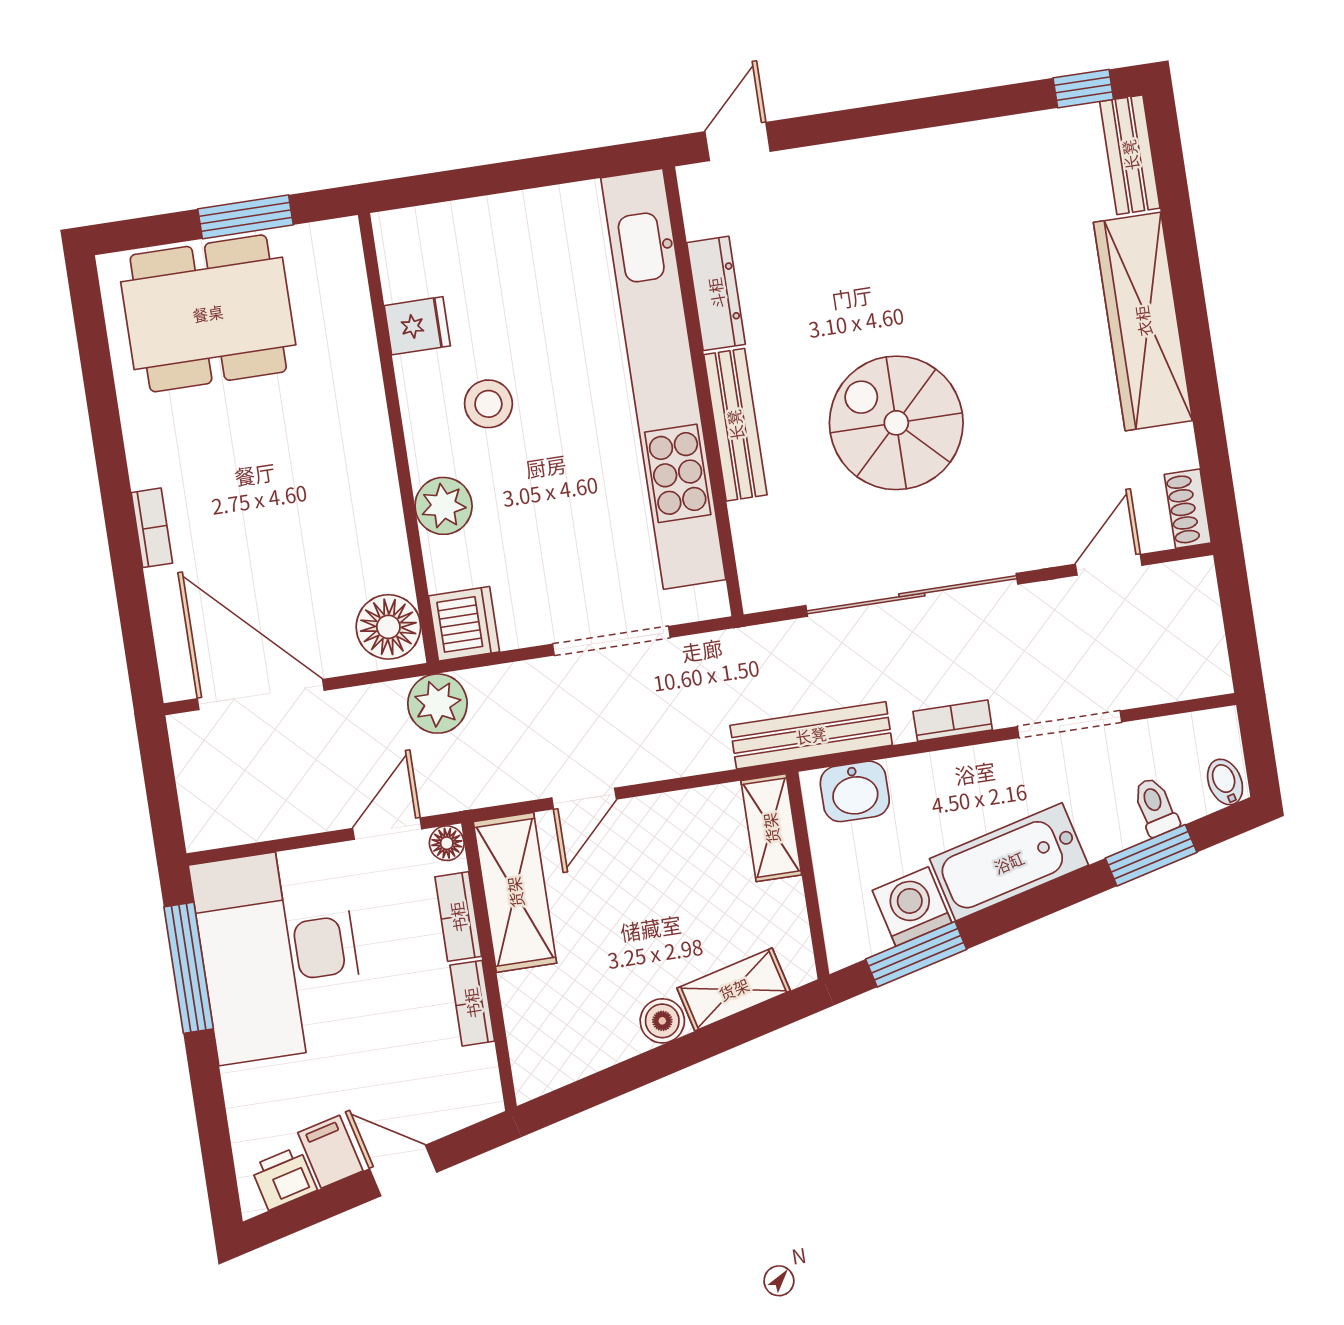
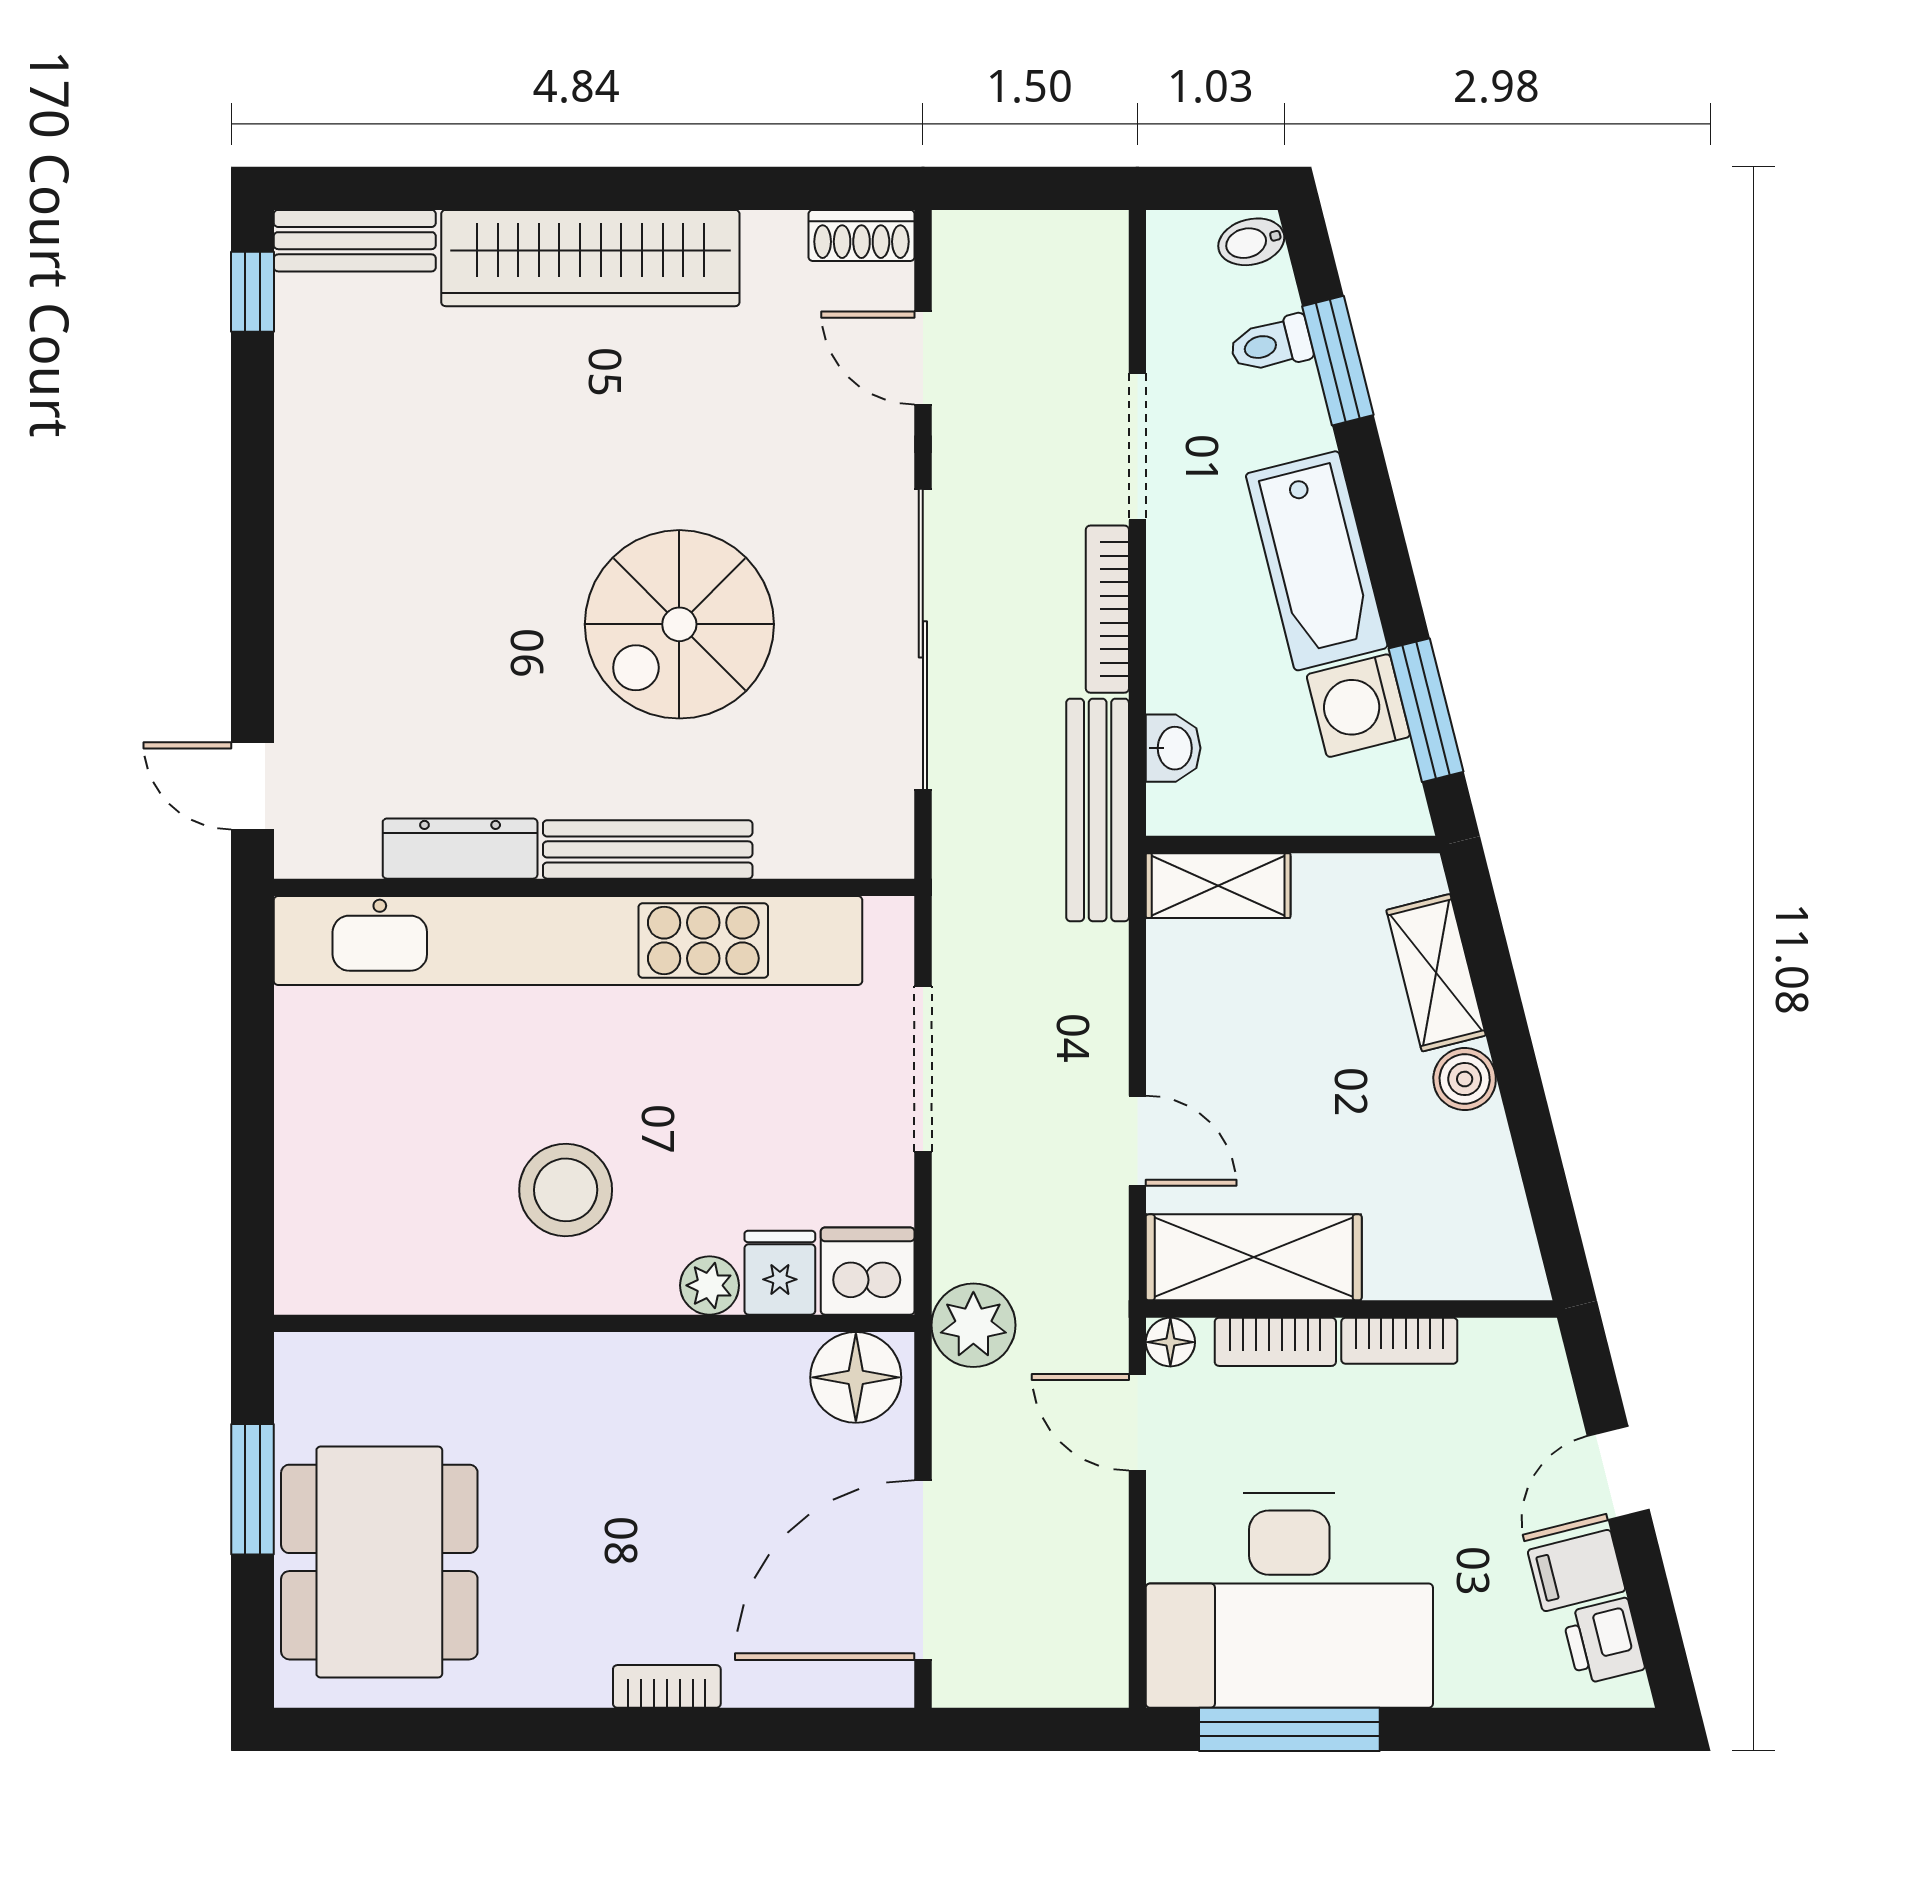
fridge: (417, 326) -> (780, 1273), moved
stool: (488, 404) -> (566, 1190), width x1.38, depth x1.38
plant: (444, 506) -> (710, 1285), width x0.73, depth x0.73
bookcase: (953, 721) -> (1107, 609), width x1.56
washbasin: (855, 791) -> (1173, 748), width x0.72, depth x0.69

